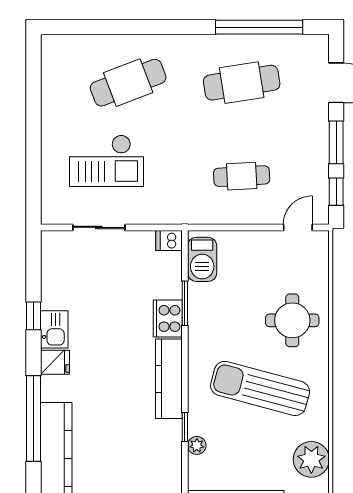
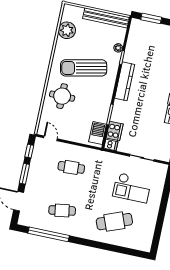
cafe table: (242, 83) -> (62, 210), width x0.73, depth x0.74
checkout: (106, 161) -> (132, 188), turned 180
door: (298, 227) -> (50, 138), swing flipped
cooker: (168, 318) -> (115, 131), moved
sun lounger: (260, 388) -> (84, 68), turned 153

